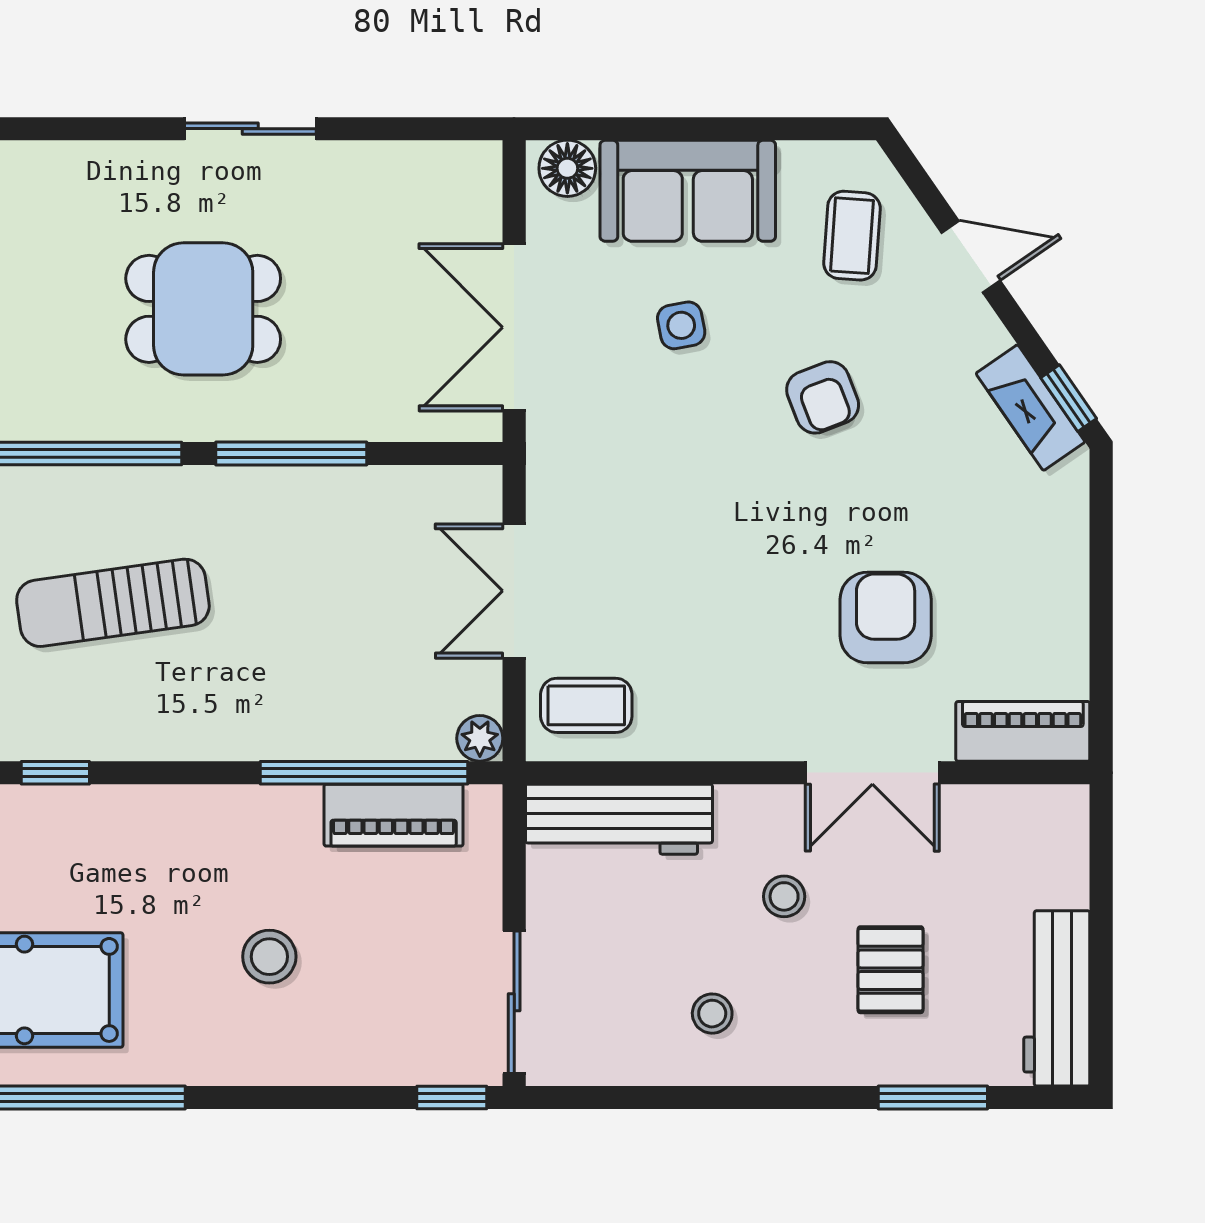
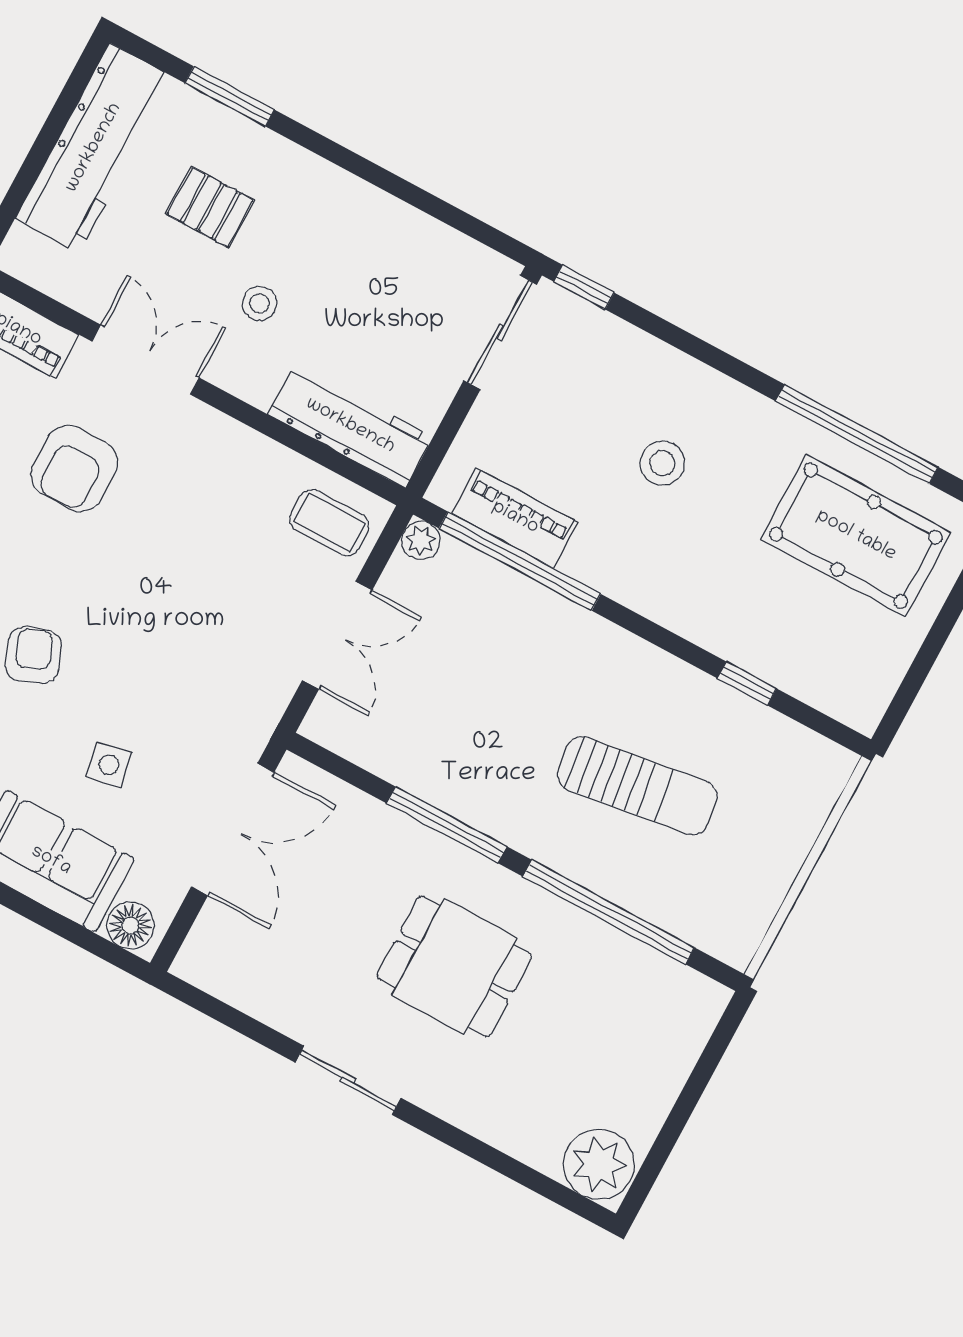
pallet: (891, 970) -> (210, 207), turned 90
workbench: (1057, 998) -> (94, 148), width x1.36, depth x1.32
stool: (712, 1014) -> (359, 246), removed

